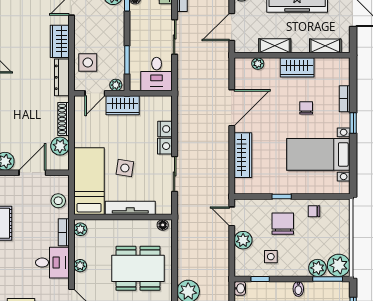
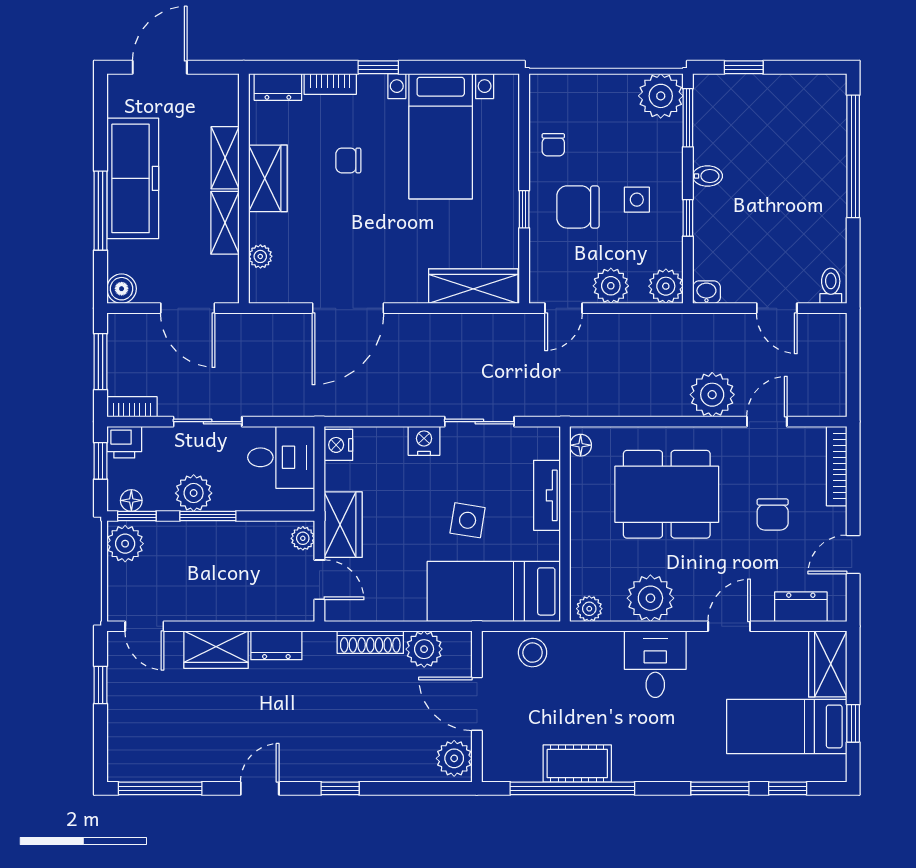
plant: (139, 30) -> (194, 493), added
shelving: (325, 46) -> (225, 158), moved
window: (127, 60) -> (208, 516), moved
side table: (88, 63) -> (258, 594), removed
dresser: (343, 72) -> (278, 87), added
dresser: (62, 77) -> (276, 645), width x0.70
door: (232, 108) -> (348, 308), swing flipped
nightstand: (165, 129) -> (338, 445), moved, turned -90
wardrobe: (243, 155) -> (473, 286), moved
tv unit: (130, 208) -> (547, 495), width x0.71
bookcase: (64, 232) -> (595, 642), removed
side table: (271, 257) -> (637, 200), moved
plant: (80, 266) -> (650, 598), width x1.88, depth x1.88
dining table: (138, 268) -> (667, 494), turned 90
plant: (317, 268) -> (666, 286), moved
window: (260, 279) -> (688, 218), moved

